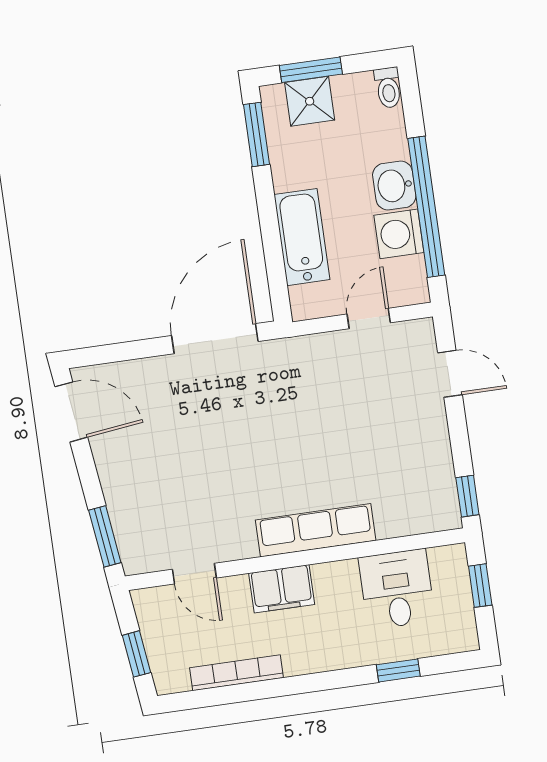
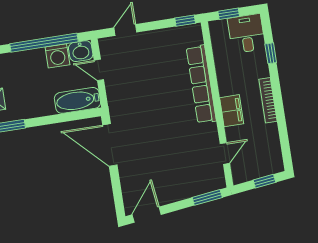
washbasin: (394, 186) -> (81, 51), moved
bathtub: (302, 237) -> (77, 100), moved
row of seats: (316, 530) -> (201, 84), width x1.36
desk: (397, 589) -> (246, 34), moved, turned 90
bookcase: (237, 673) -> (268, 100), moved

